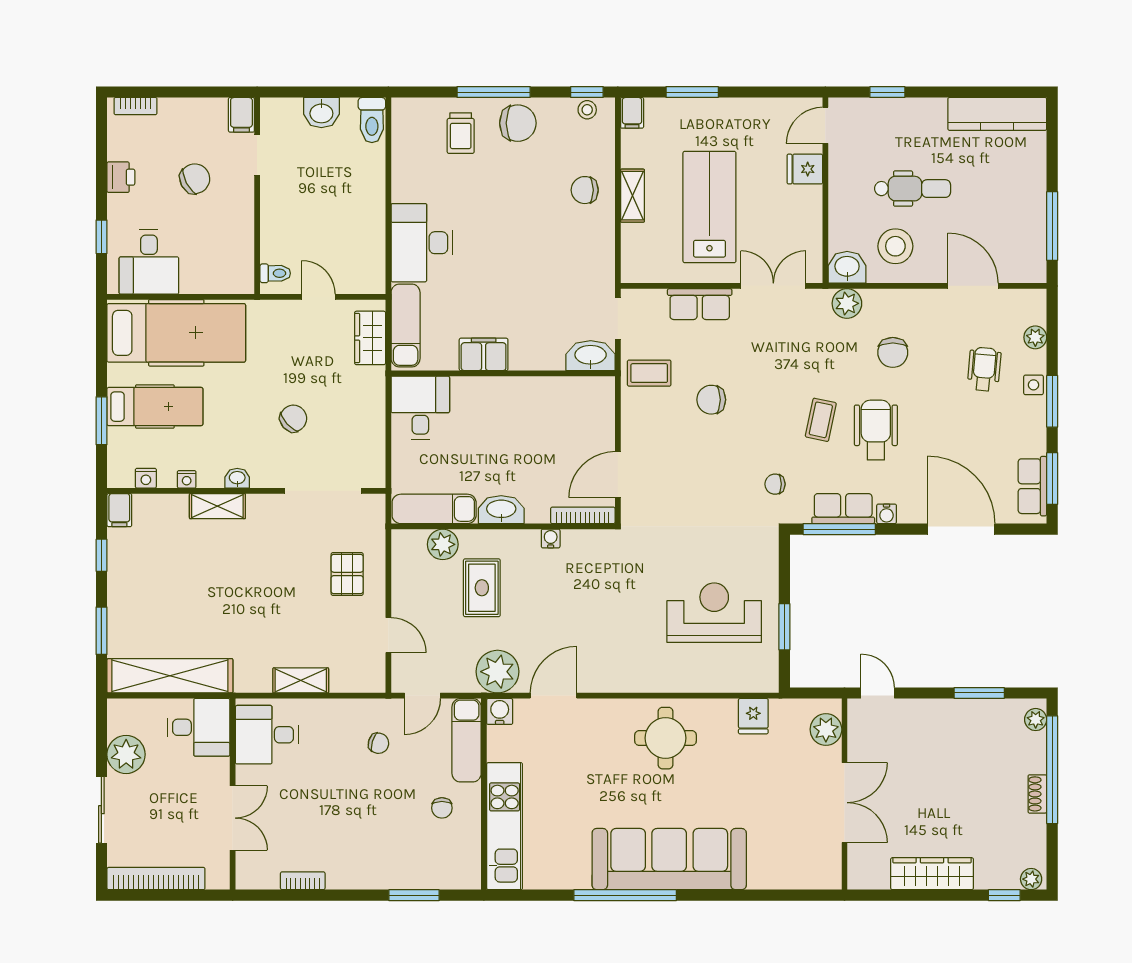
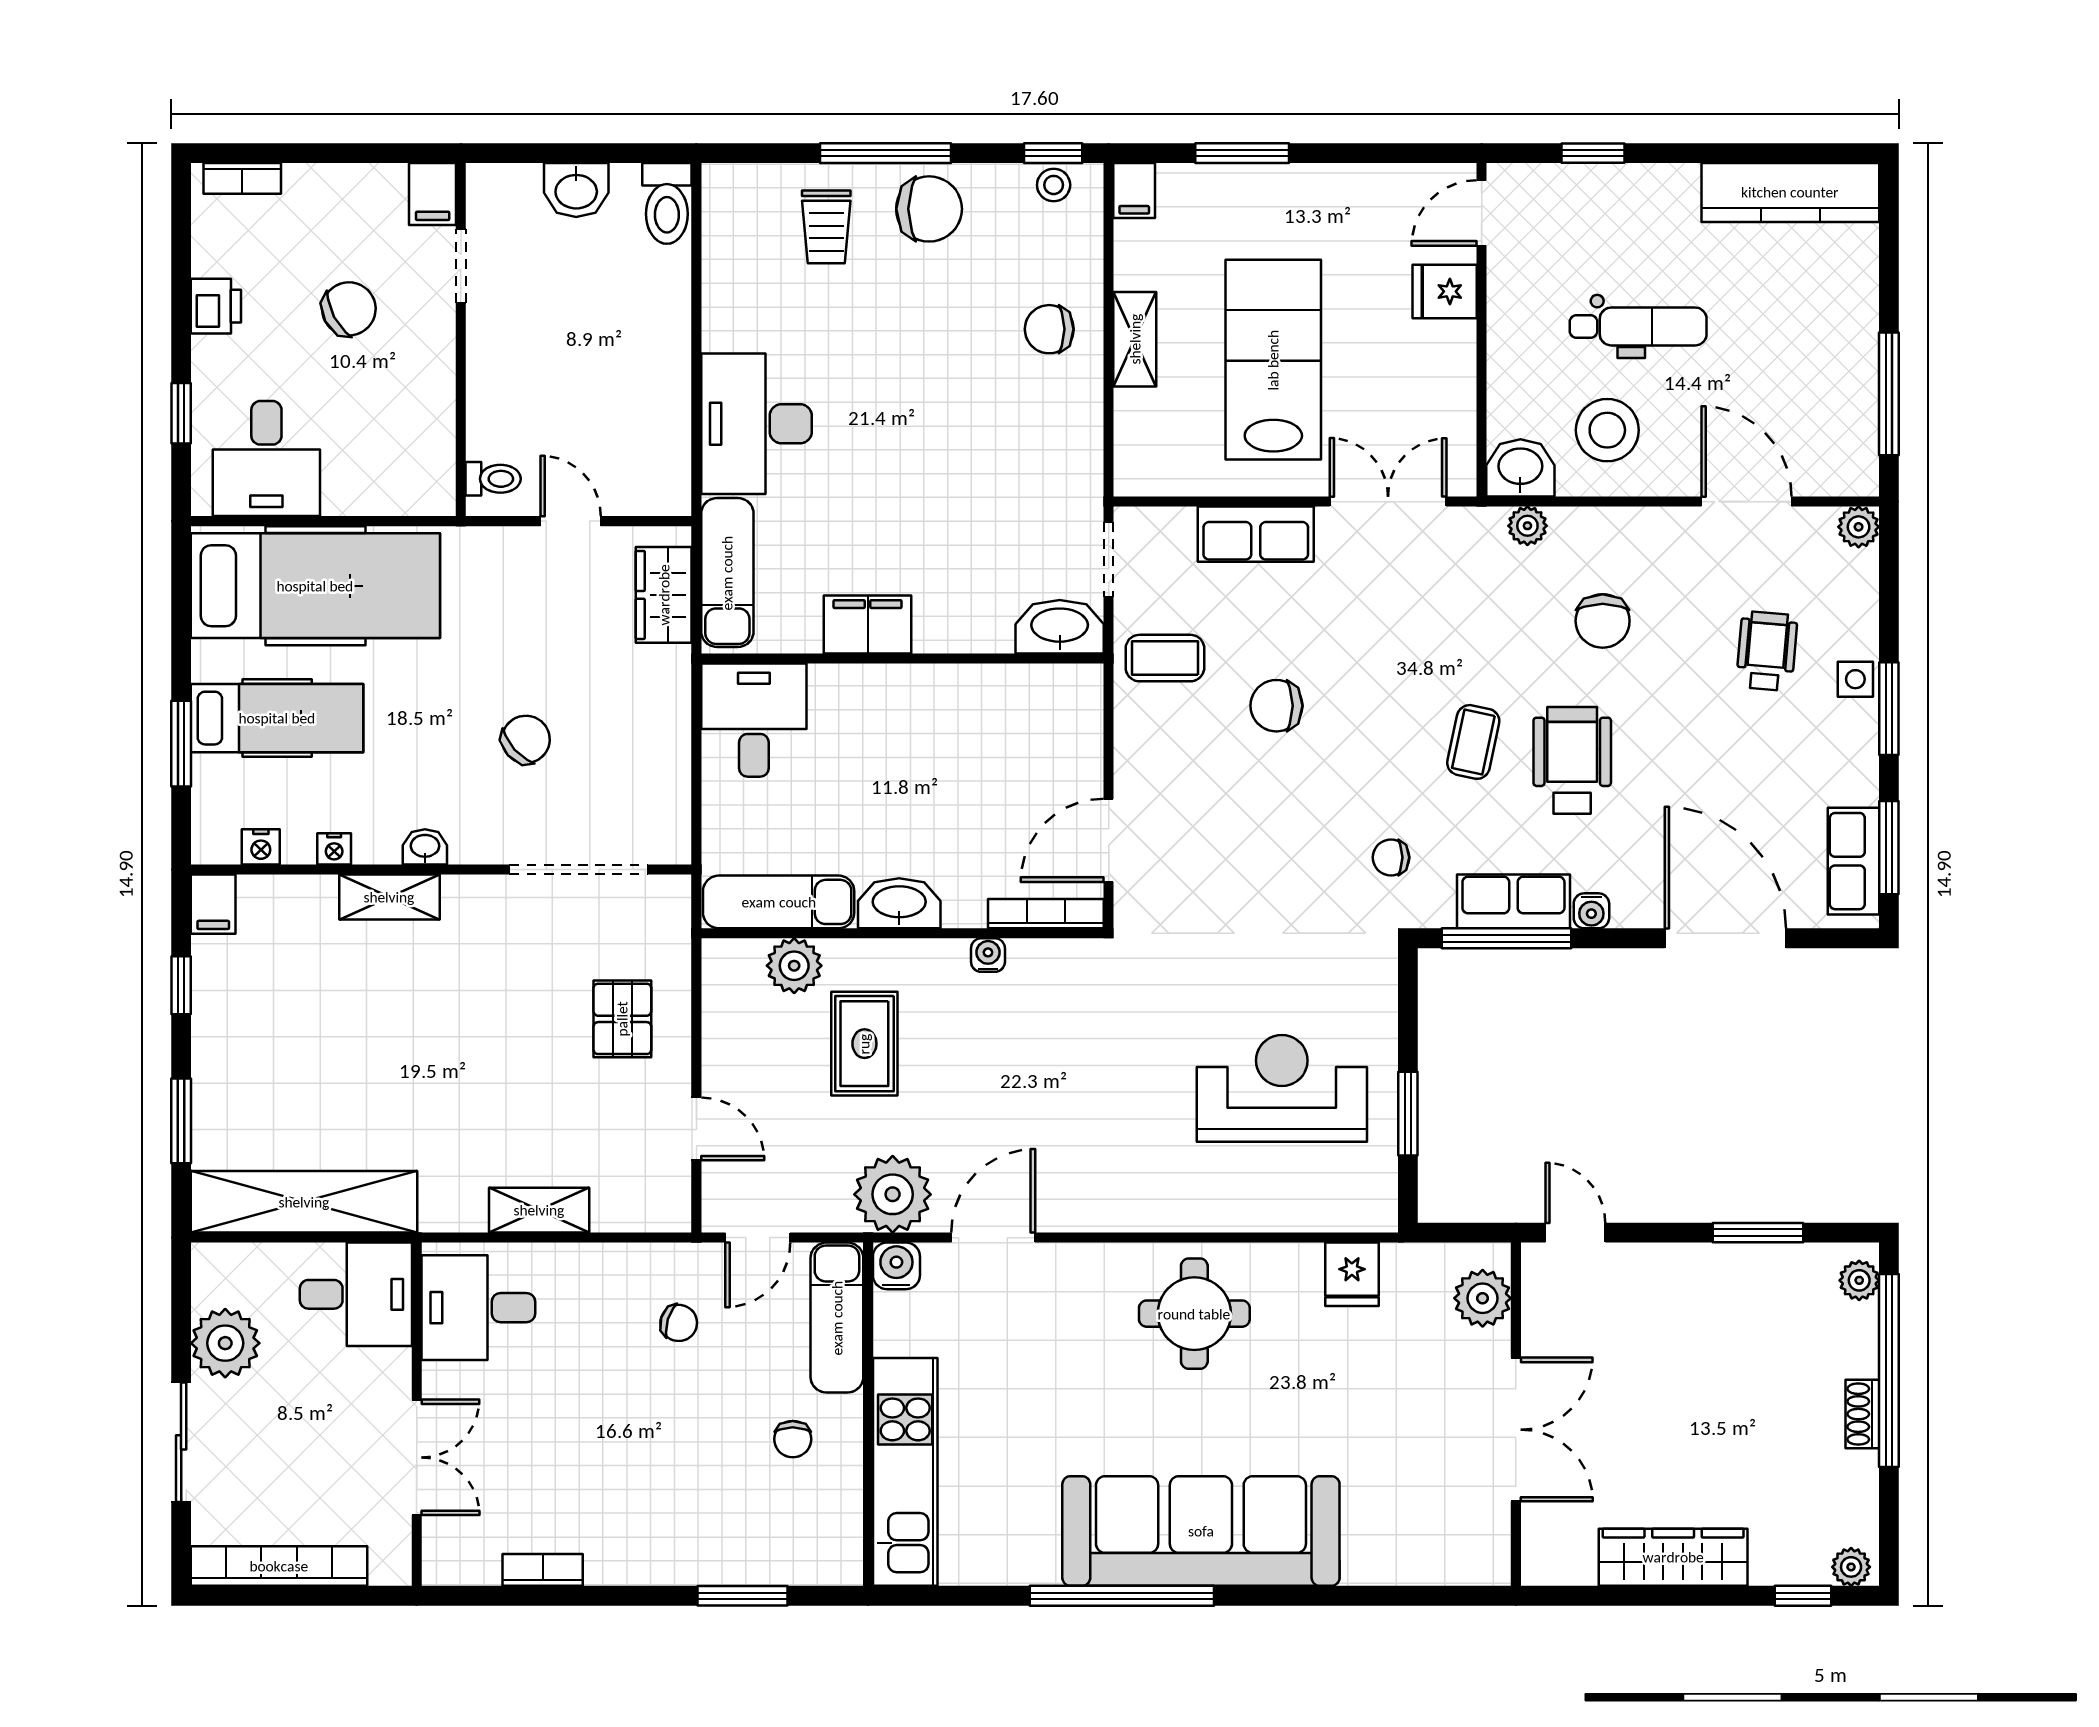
plant: (847, 303) -> (1527, 526), width x0.73, depth x0.73
plant: (1035, 337) -> (1859, 527), moved

